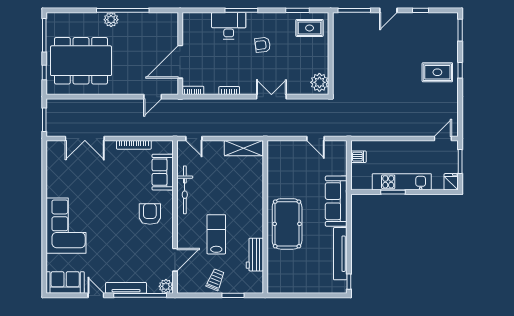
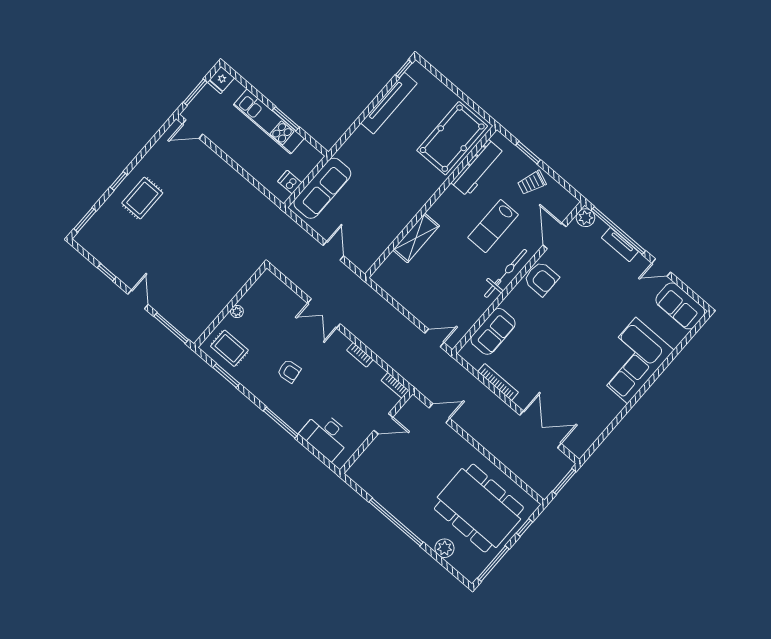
door: (388, 10) -> (138, 299), hinge flipped
plant: (111, 20) -> (445, 548), moved
desk: (229, 26) -> (326, 435), moved
door: (180, 62) -> (383, 424), width x0.53
rug: (437, 72) -> (142, 198), turned 90
plant: (319, 82) -> (237, 311), moved, width x0.53, depth x0.53
door: (194, 138) -> (434, 338), hinge flipped
door: (316, 138) -> (333, 251), moved
shelving: (244, 148) -> (416, 238), moved, turned 90
bicycle: (185, 190) -> (506, 273), moved
sofa: (336, 201) -> (322, 188), moved
armchair: (150, 214) -> (541, 279), moved, turned -90
pool table: (287, 224) -> (452, 138), moved
workbench: (255, 255) -> (478, 168), width x1.37
door: (175, 260) -> (554, 236), hinge flipped
tv unit: (126, 288) -> (620, 245), width x0.71
door: (96, 295) -> (661, 268), hinge flipped

